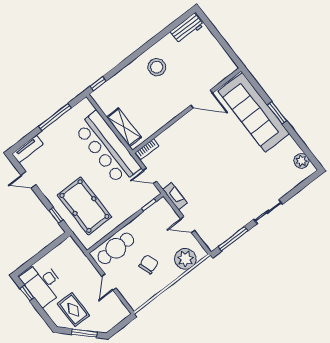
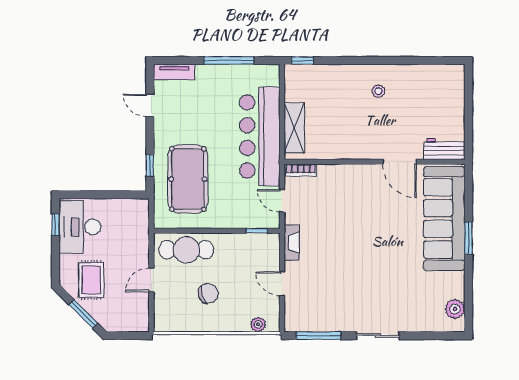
workbench: (187, 28) -> (444, 149), moved, turned 180
stool: (157, 67) -> (378, 91), width x0.53, depth x0.53
plant: (185, 259) -> (258, 324), width x0.53, depth x0.53

